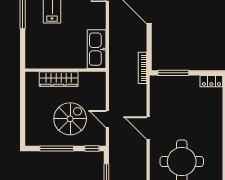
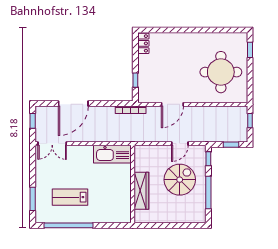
window: (173, 73) -> (135, 80), width x0.46
spiral stairs: (70, 119) -> (180, 180), turned 90
door: (148, 128) -> (172, 104), moved

